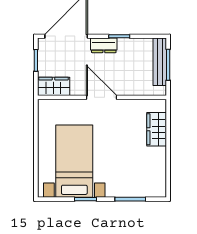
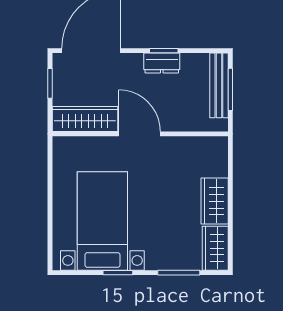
dresser: (104, 45) -> (162, 63), moved
wardrobe: (54, 86) -> (85, 119), width x1.50
wardrobe: (157, 129) -> (215, 201), moved
wardrobe: (157, 181) -> (215, 248), added

